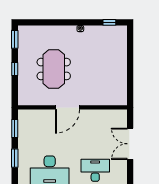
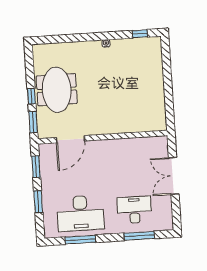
window: (15, 39) -> (33, 122), moved
meeting table: (54, 69) -> (57, 90), moved
door: (68, 107) -> (70, 139), moved

